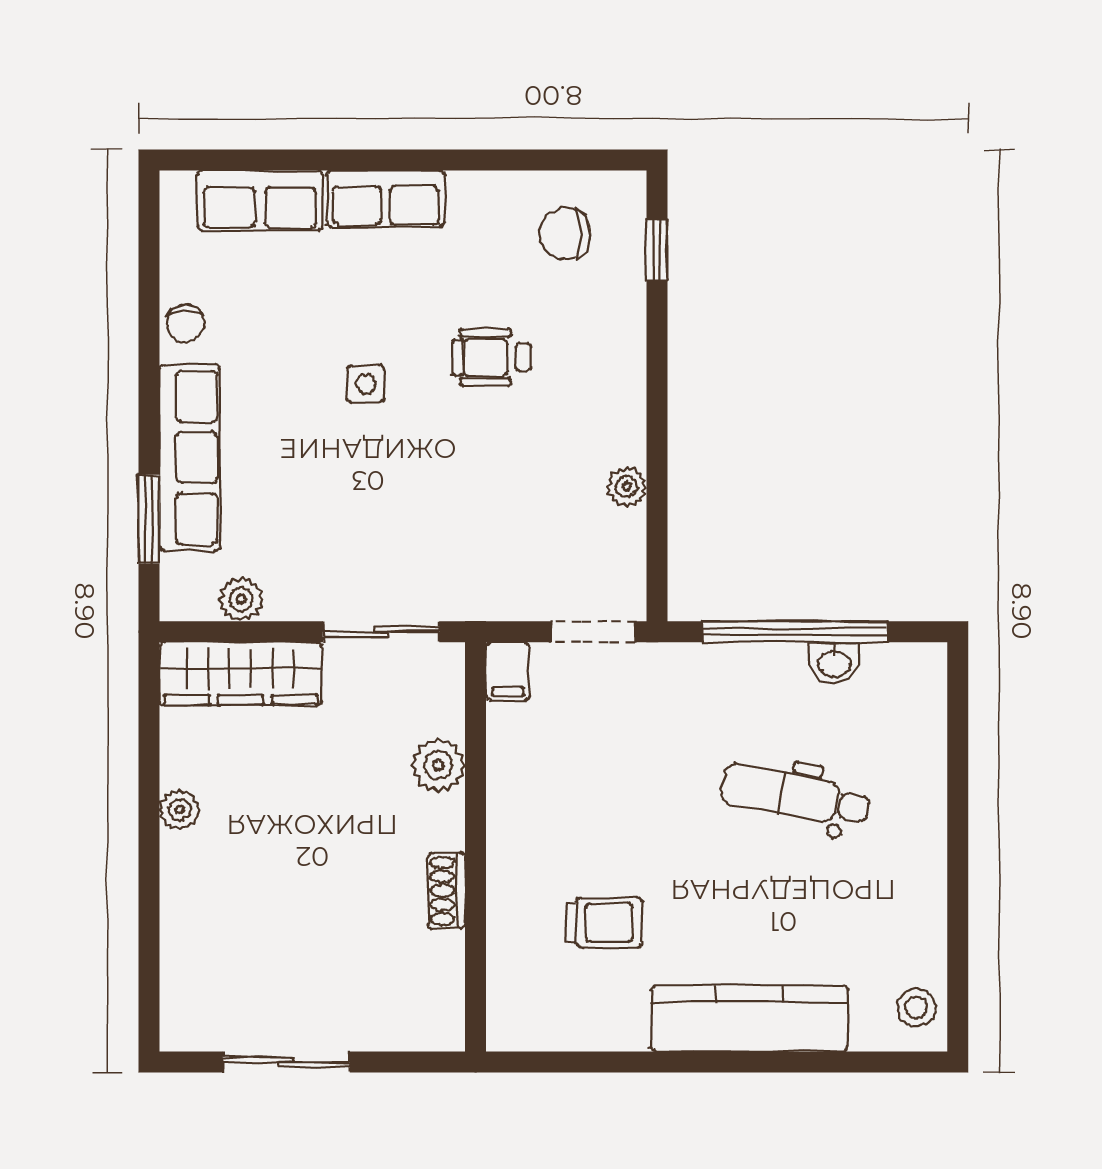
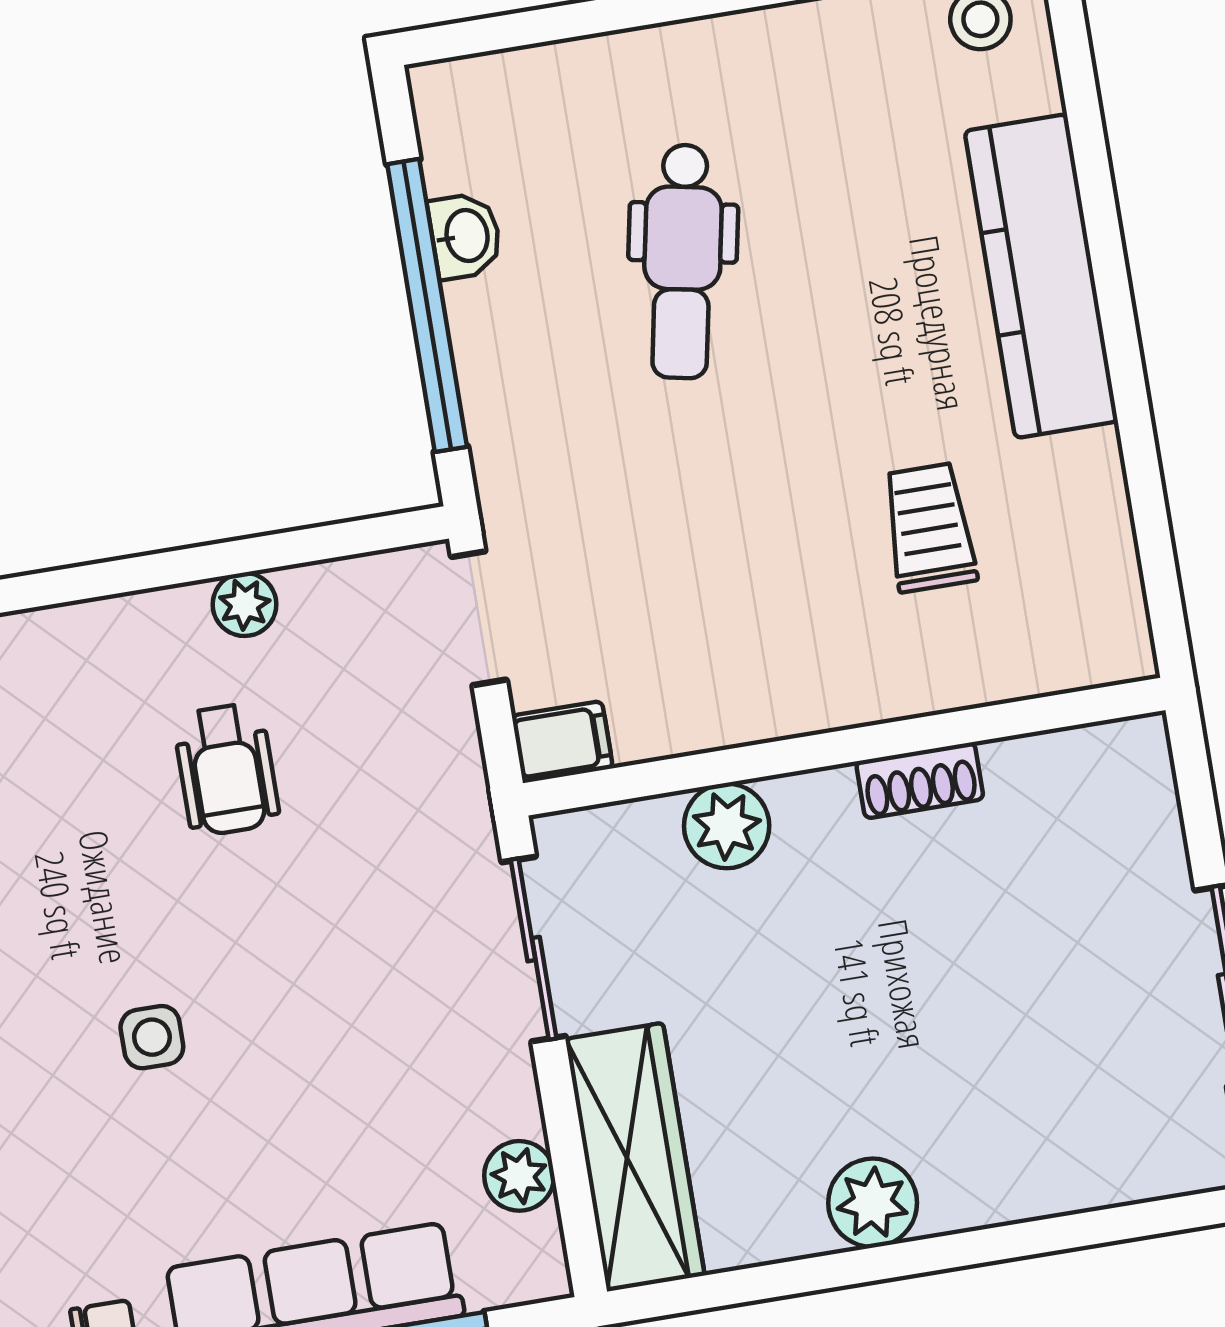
wheelchair: (492, 357) -> (226, 769), moved
plant: (180, 810) -> (873, 1203), width x1.38, depth x1.38

